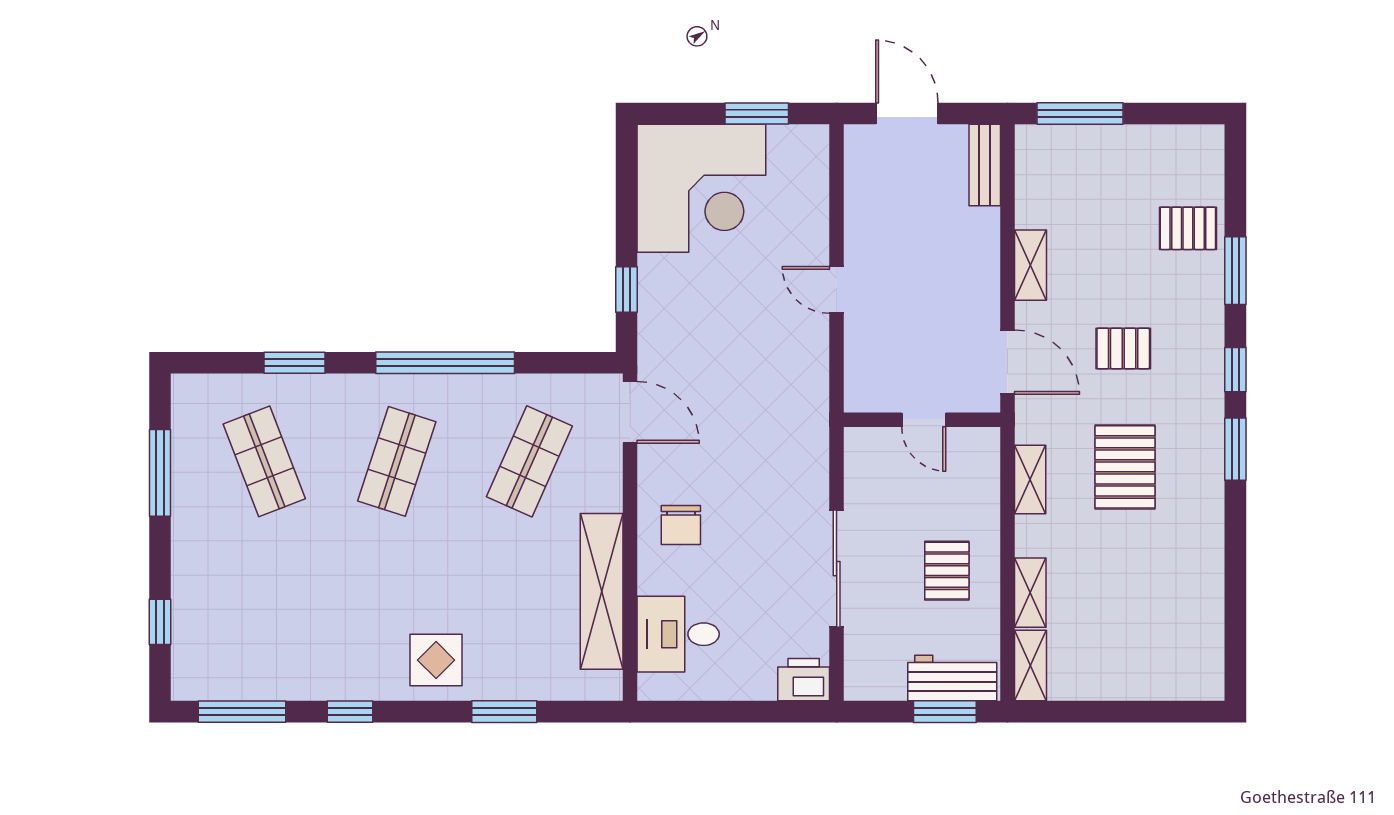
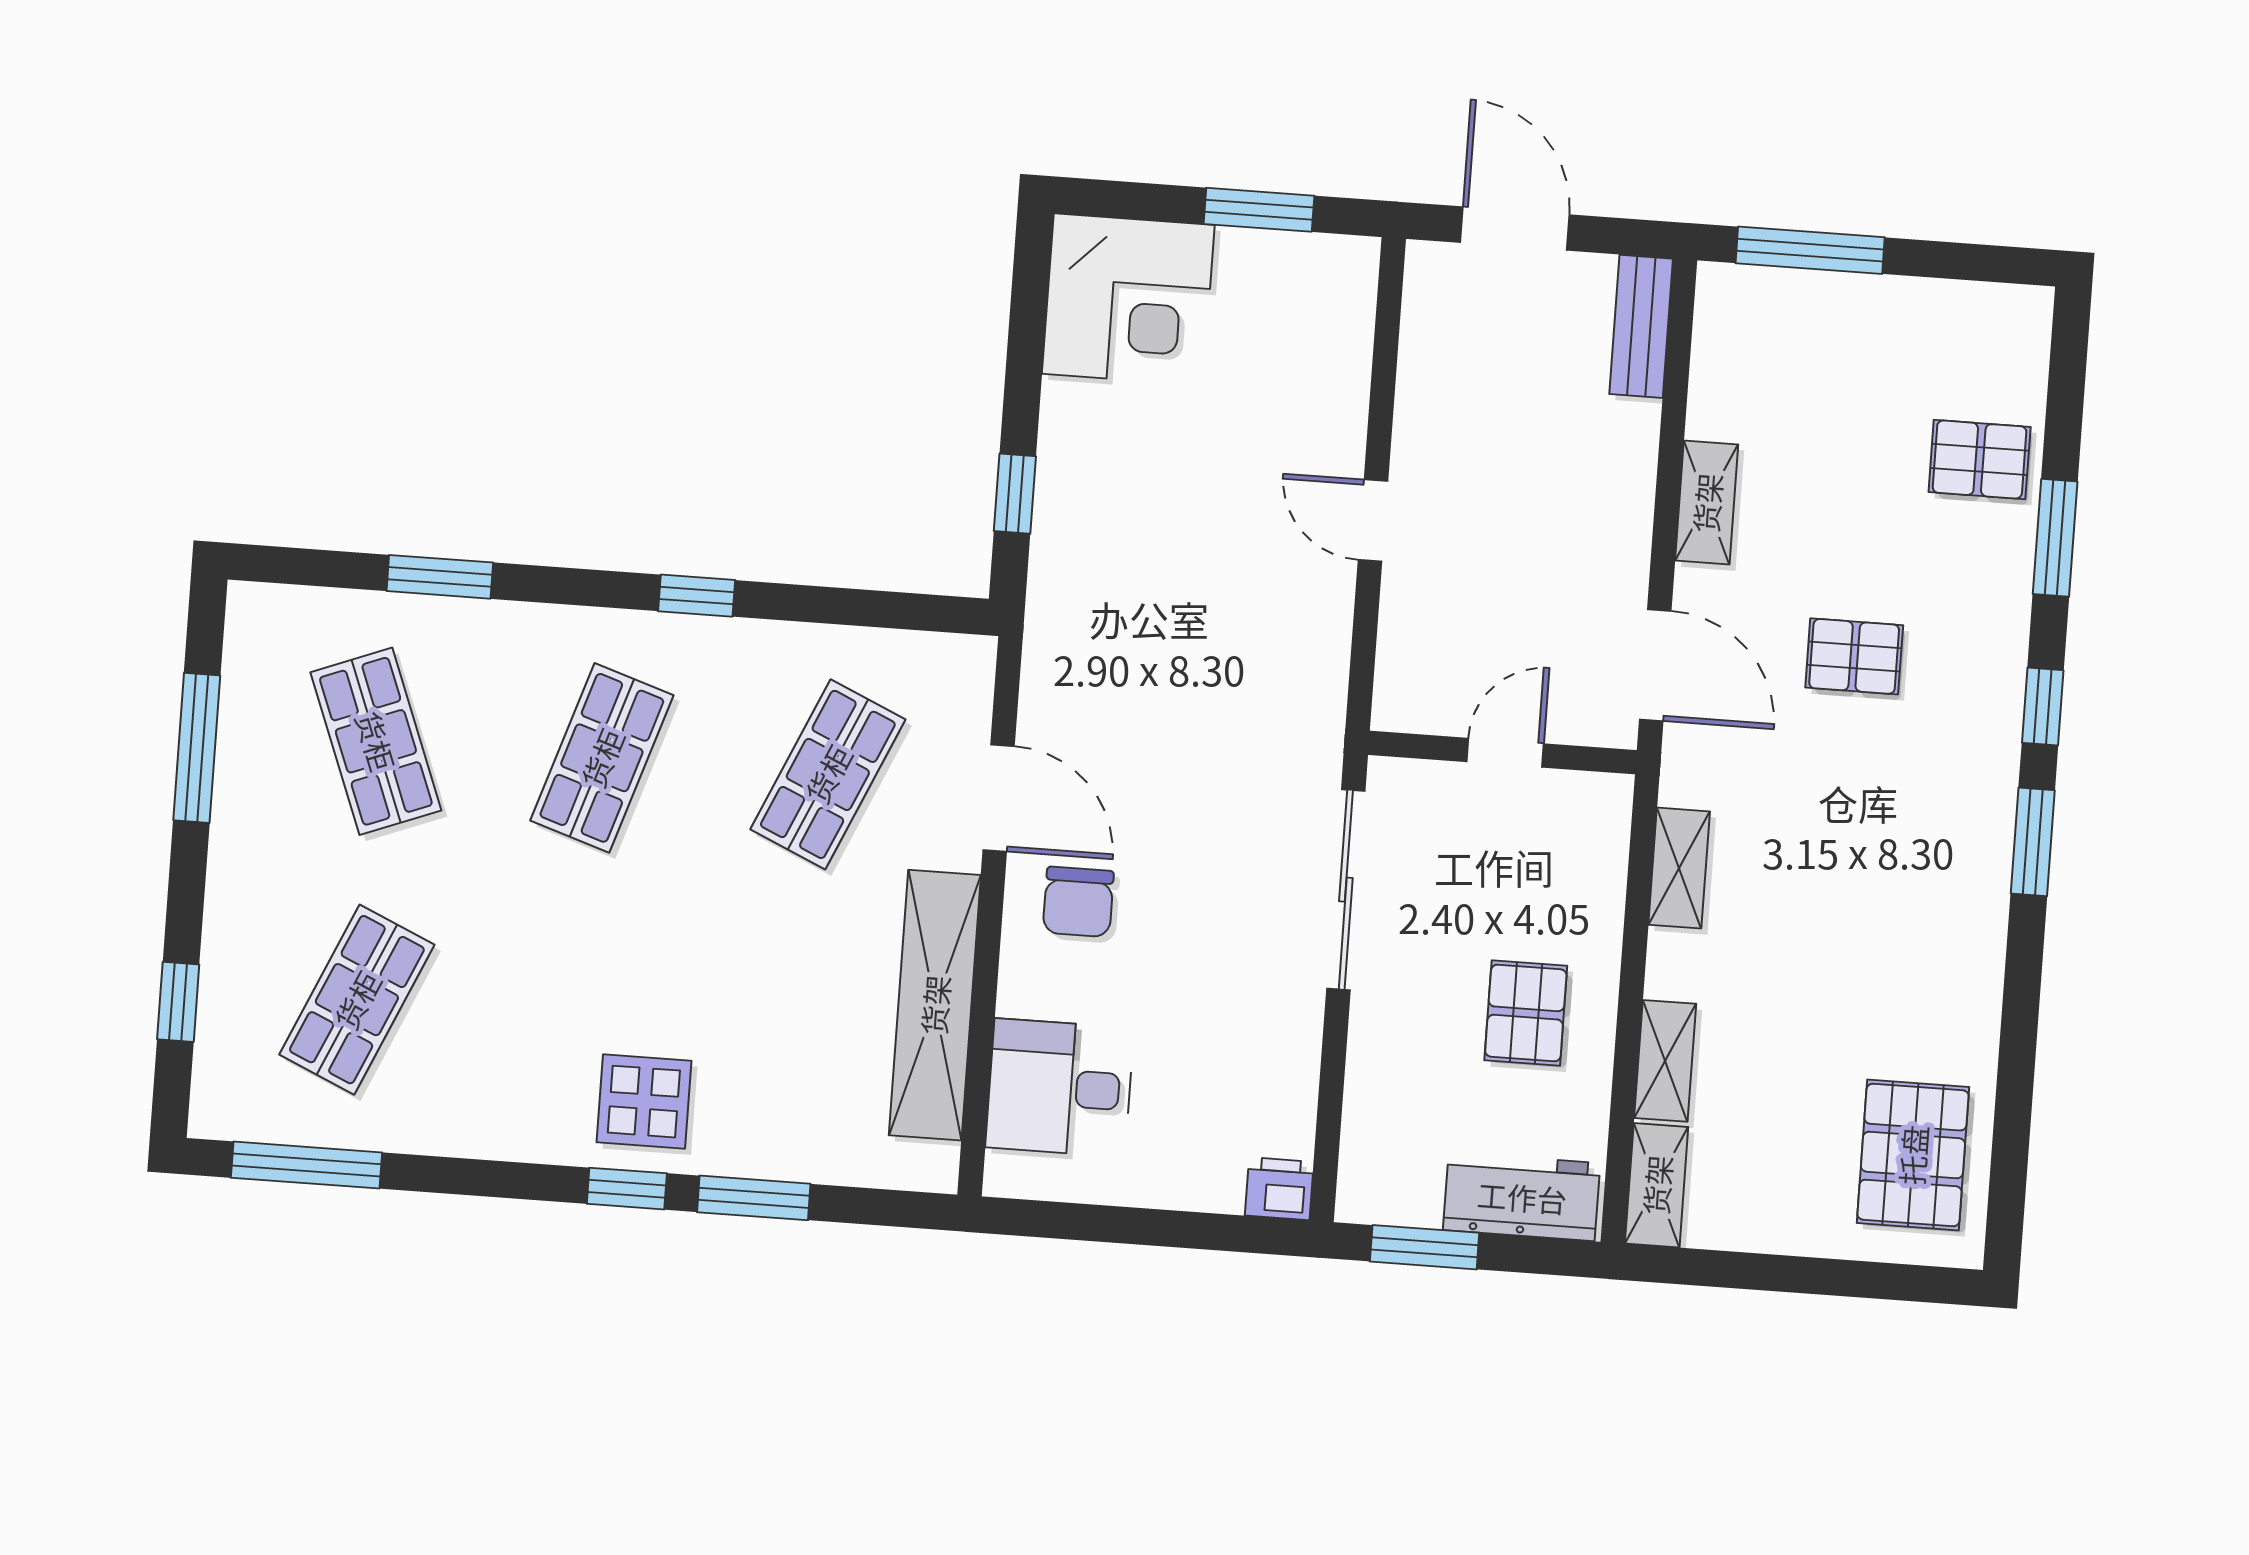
corner desk: (701, 188) -> (1128, 299), width x0.74, depth x0.74
window: (445, 363) -> (697, 596), width x0.32
door: (630, 412) -> (999, 798), moved
door: (924, 420) -> (1505, 753), swing flipped
pallet: (1125, 467) -> (1913, 1155), moved
sliding door: (837, 569) -> (1346, 890), moved
shop shelf: (264, 613) -> (357, 1000), added
printer: (804, 680) -> (1279, 1189), width x0.73, depth x0.81
window: (350, 712) -> (627, 1189), moved
window: (945, 712) -> (1425, 1247), moved

